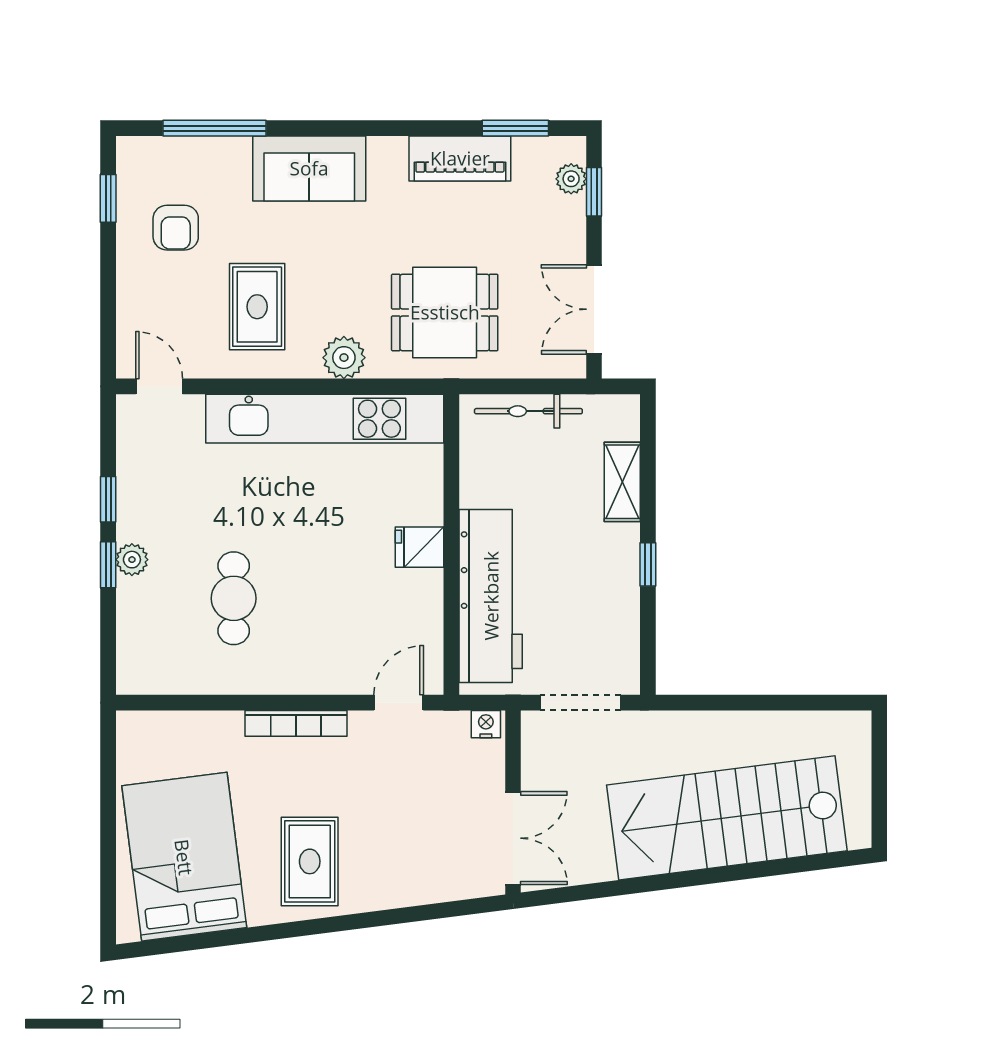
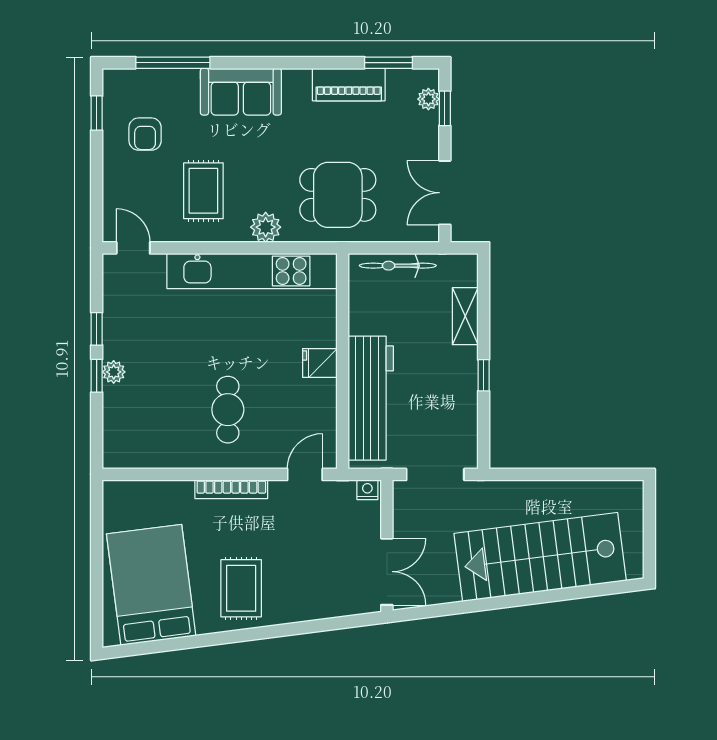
cafe table: (234, 598) -> (228, 410), moved

